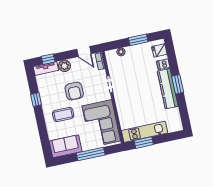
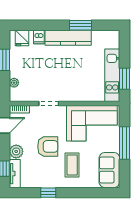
window: (178, 84) -> (81, 25), moved

